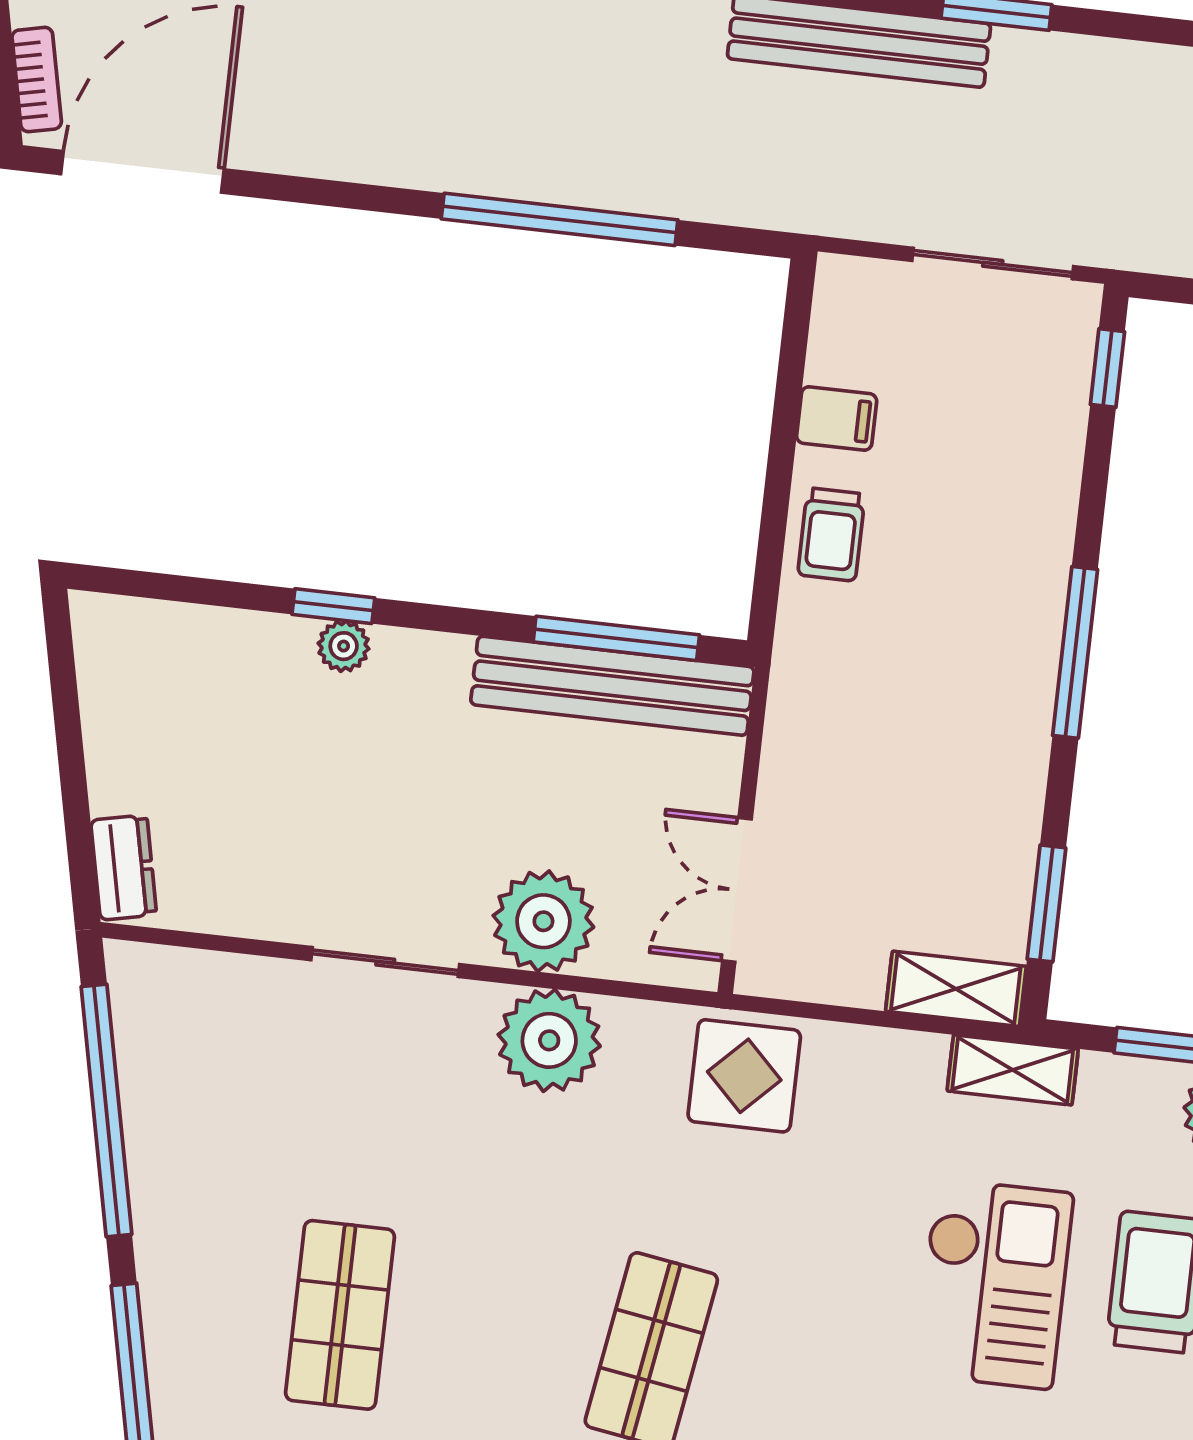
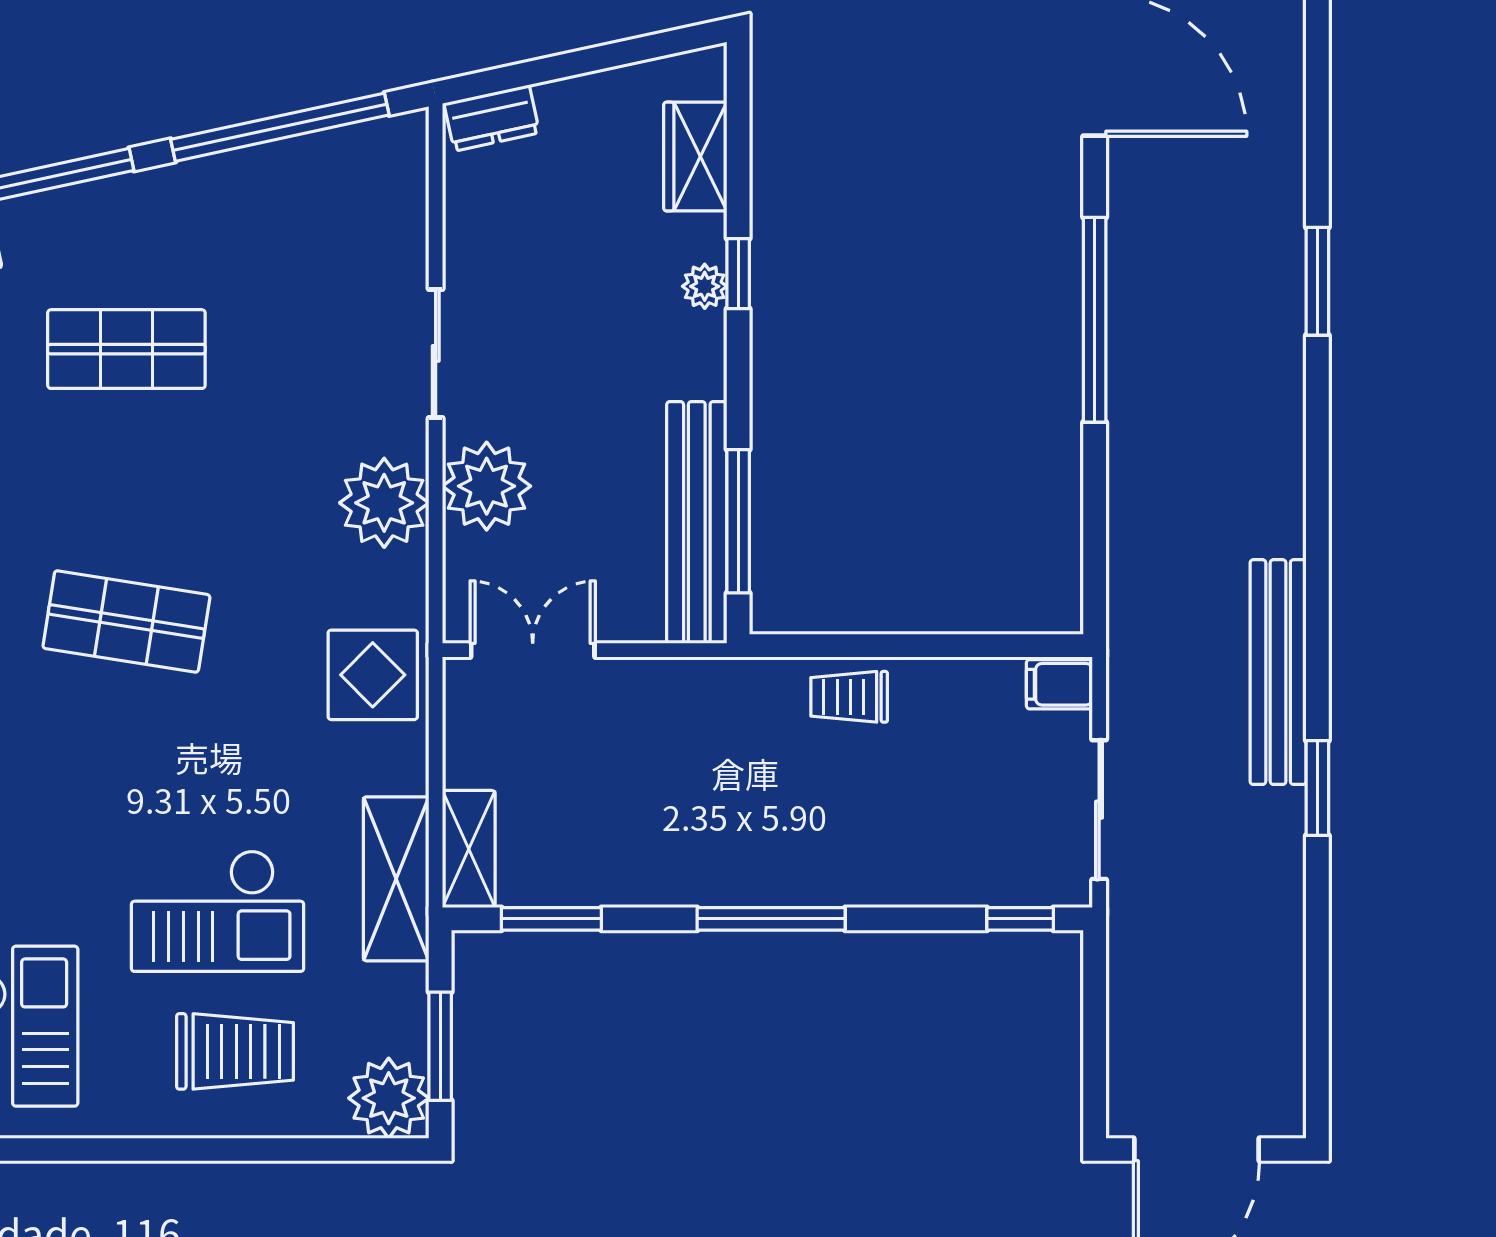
window: (560, 219) -> (1095, 320), moved
filing cabinet: (837, 418) -> (1059, 684), moved, turned 90
wardrobe: (194, 640) -> (695, 157), added
shelving: (1013, 1070) -> (396, 879), width x1.50, depth x1.33

